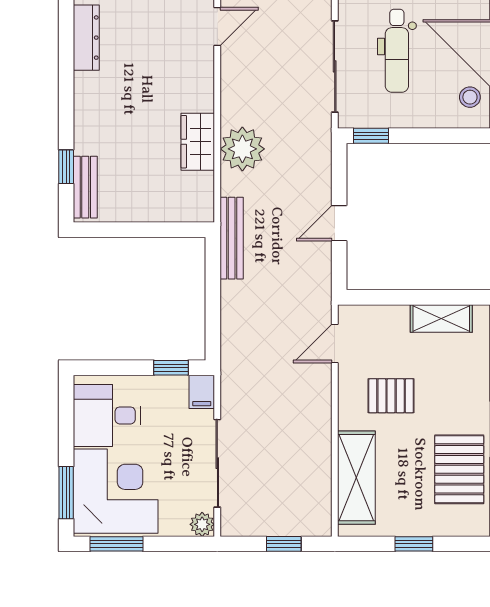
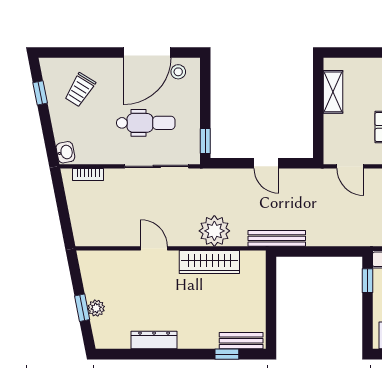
door: (217, 26) -> (154, 248), moved
dresser: (86, 38) -> (154, 340), moved
wardrobe: (198, 142) -> (209, 262), width x1.50

